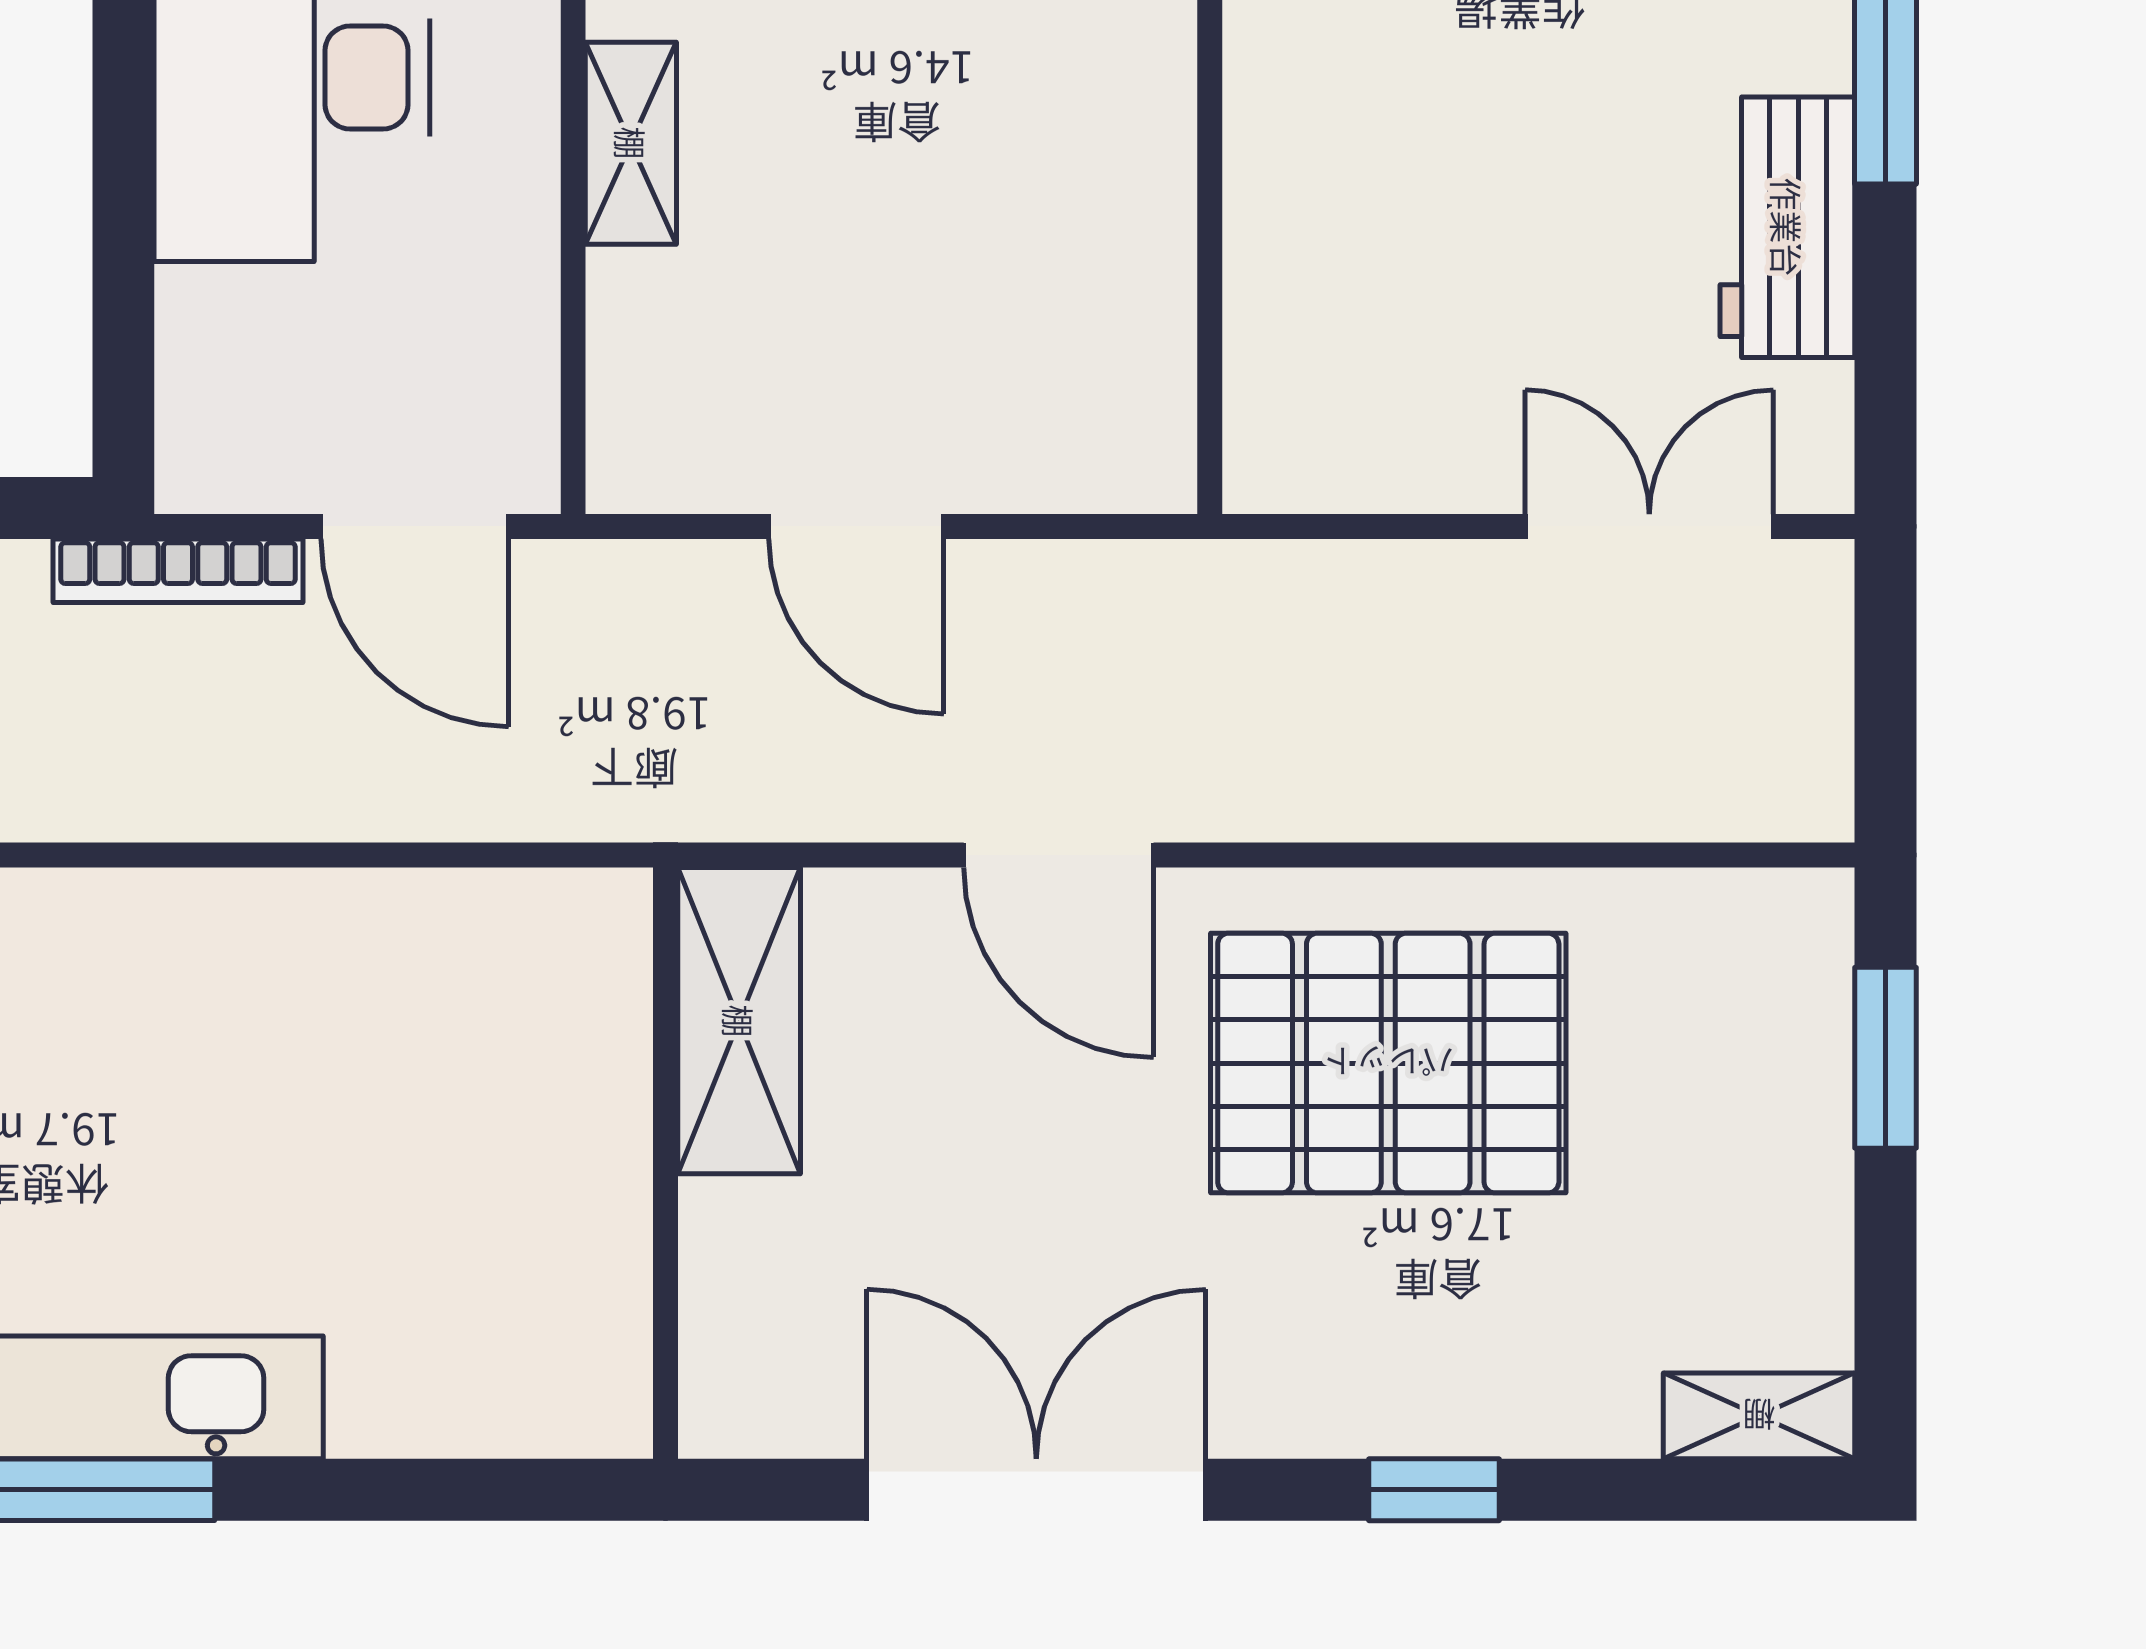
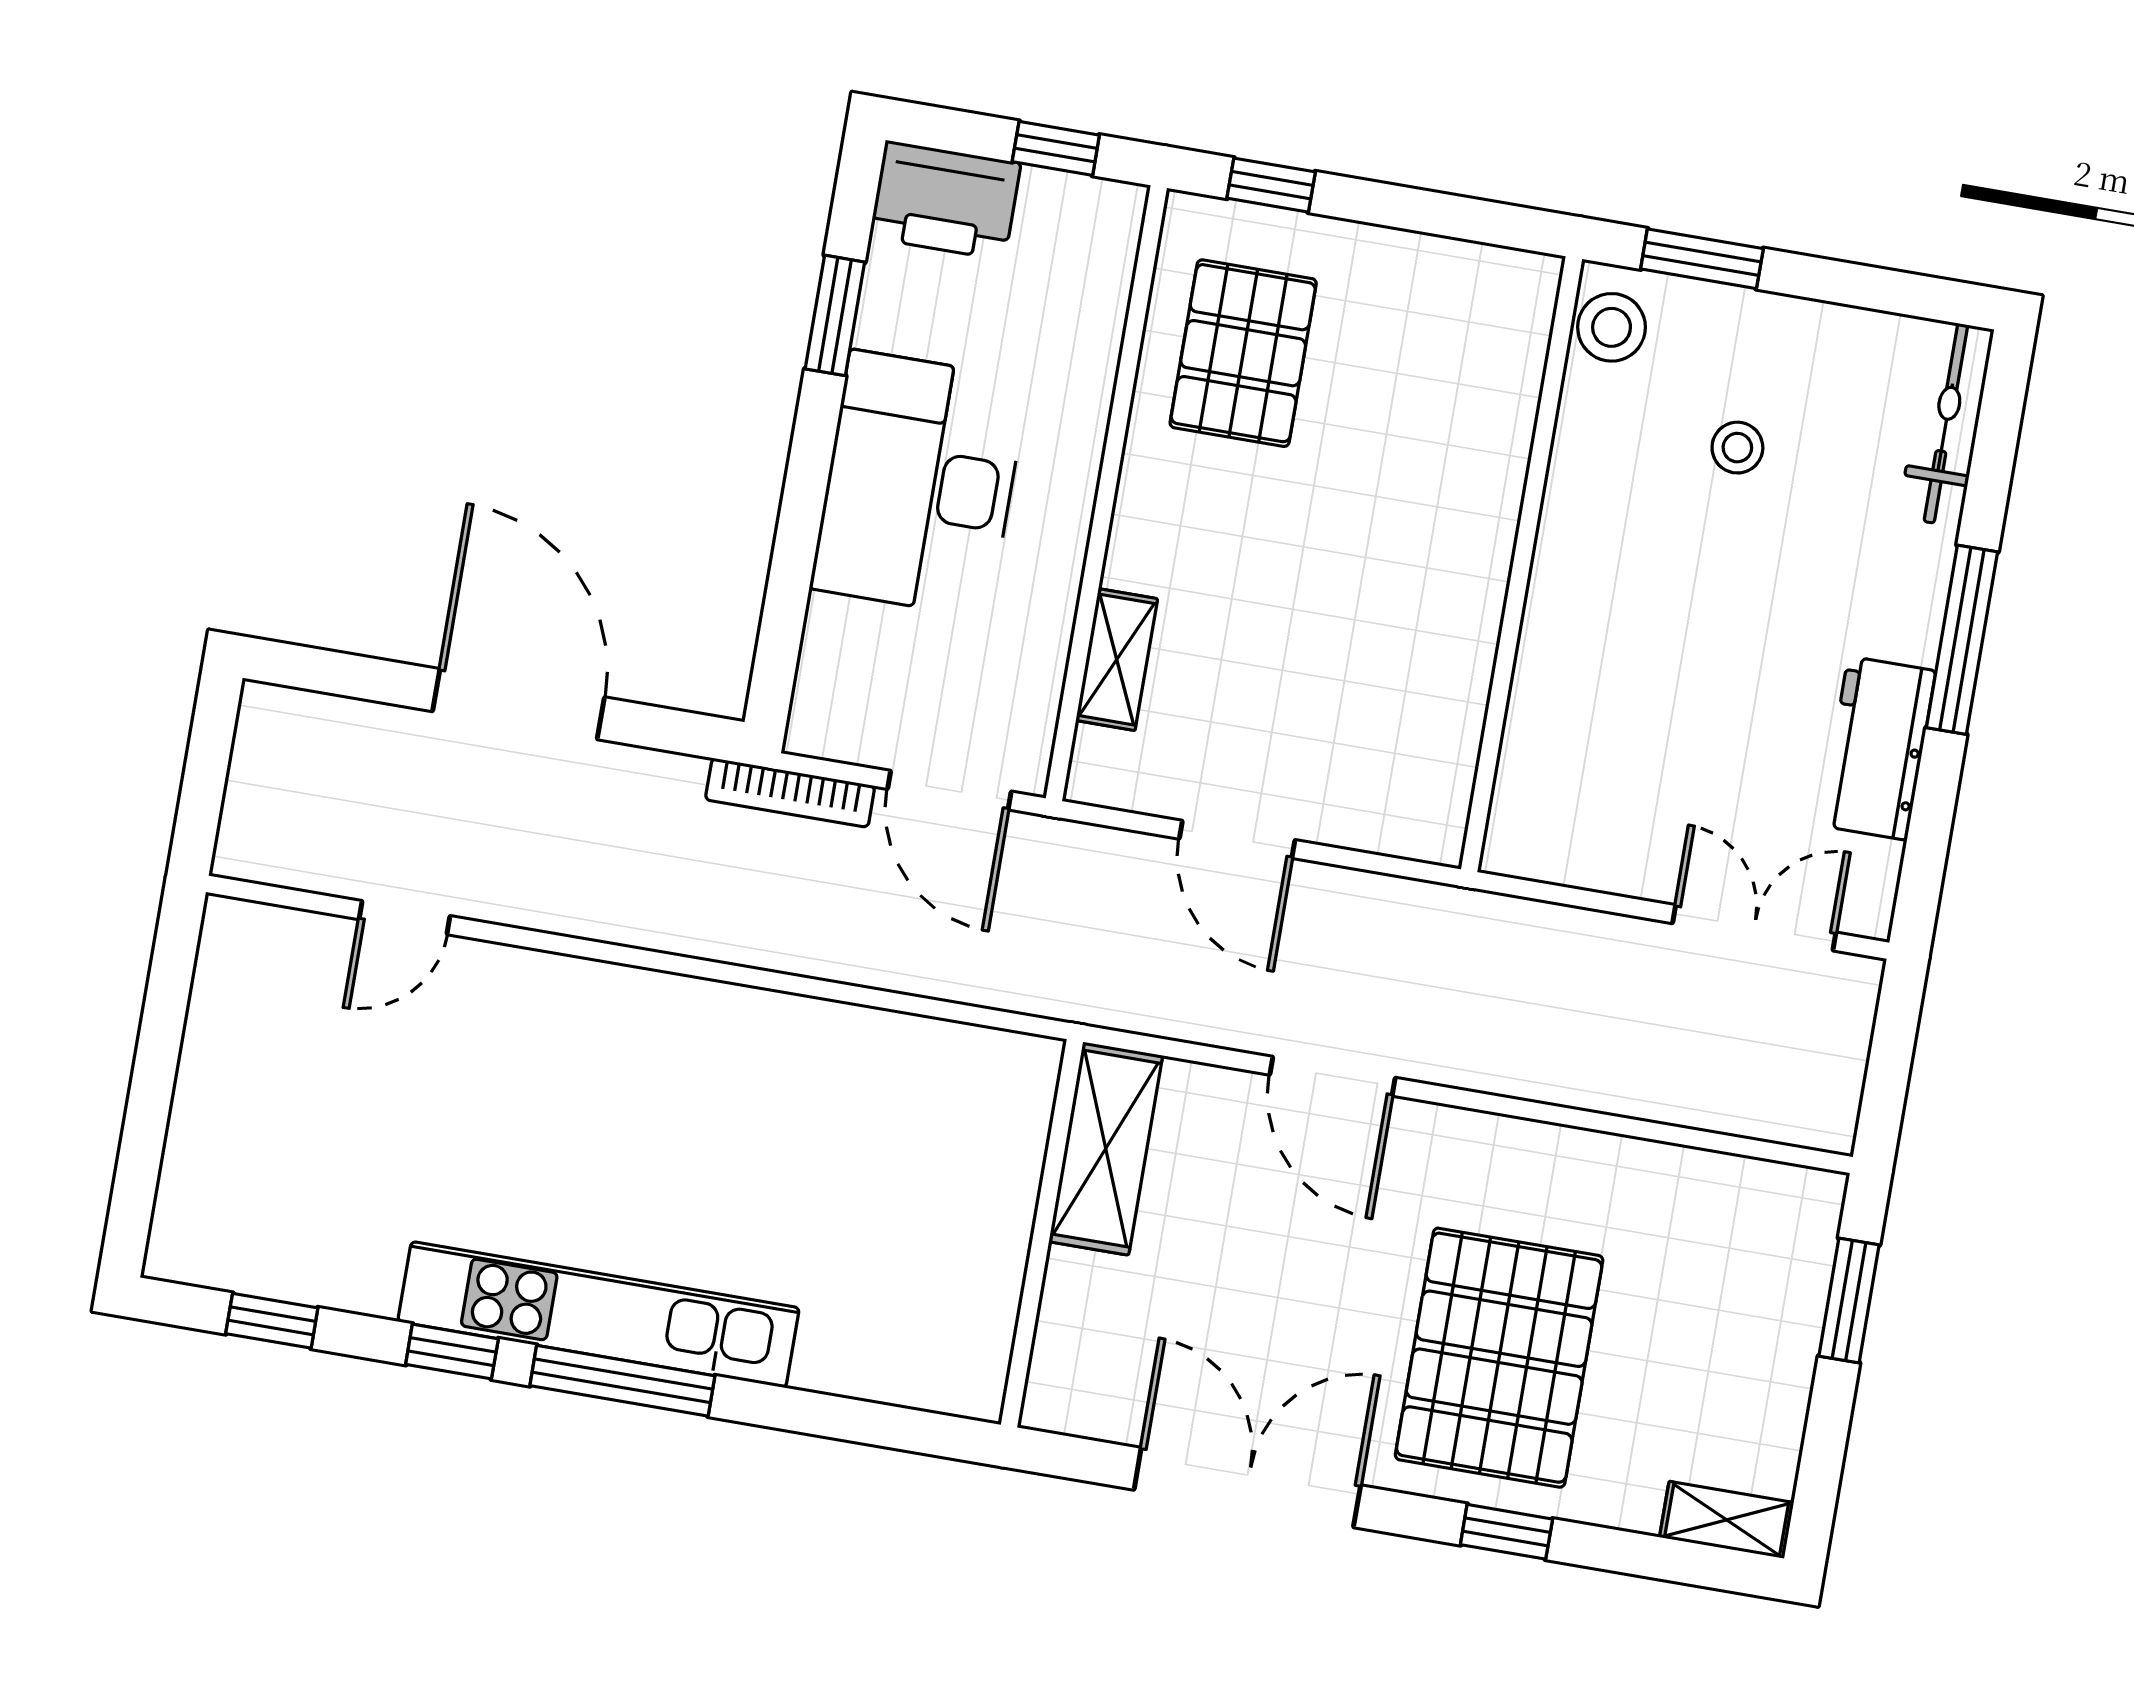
shelving: (631, 143) -> (1117, 660), moved
pallet: (1388, 1063) -> (1499, 1358), moved, turned 90

